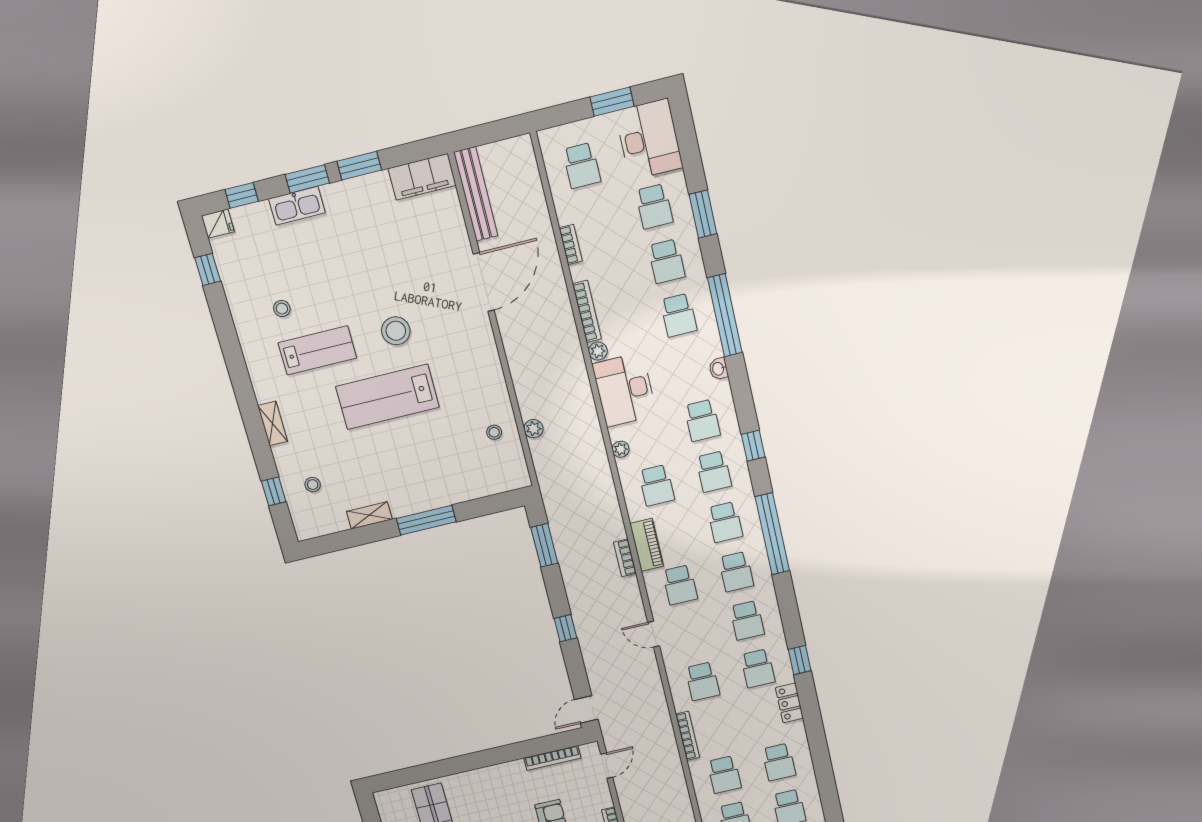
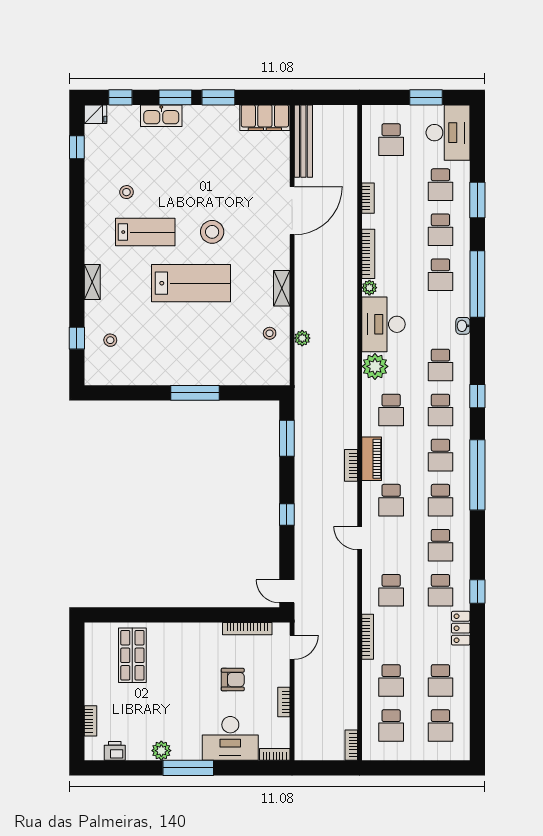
lab bench: (387, 397) -> (191, 283), turned 180
plant: (621, 449) -> (375, 366), width x1.88, depth x1.88
shelving: (369, 515) -> (282, 288), moved, turned 90
door: (586, 709) -> (287, 591), hinge flipped

